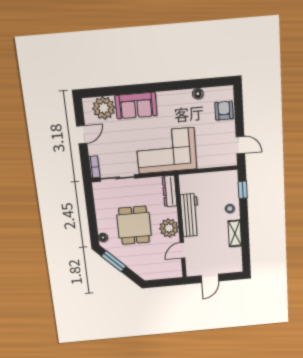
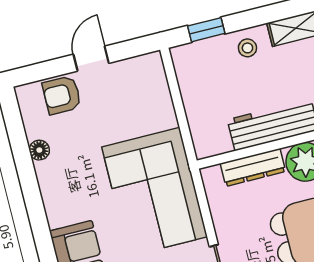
door: (240, 145) -> (91, 59), moved
dresser: (170, 191) -> (253, 167), moved

